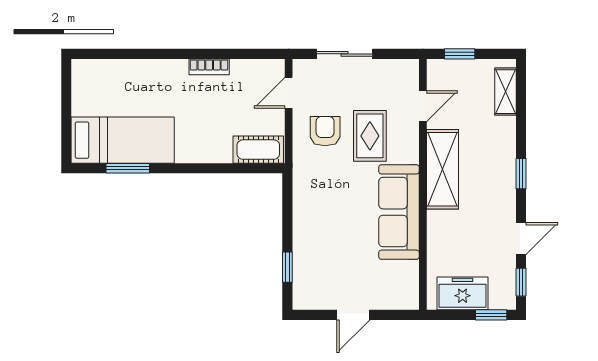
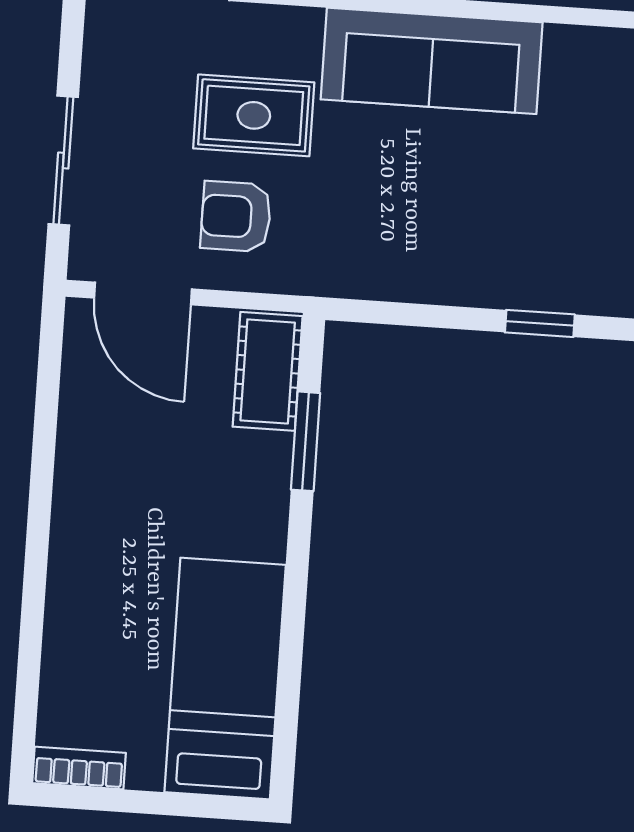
bookcase: (209, 67) -> (79, 768), moved, turned -90
door: (289, 93) -> (143, 294), width x1.38
window: (128, 168) -> (306, 441), moved

